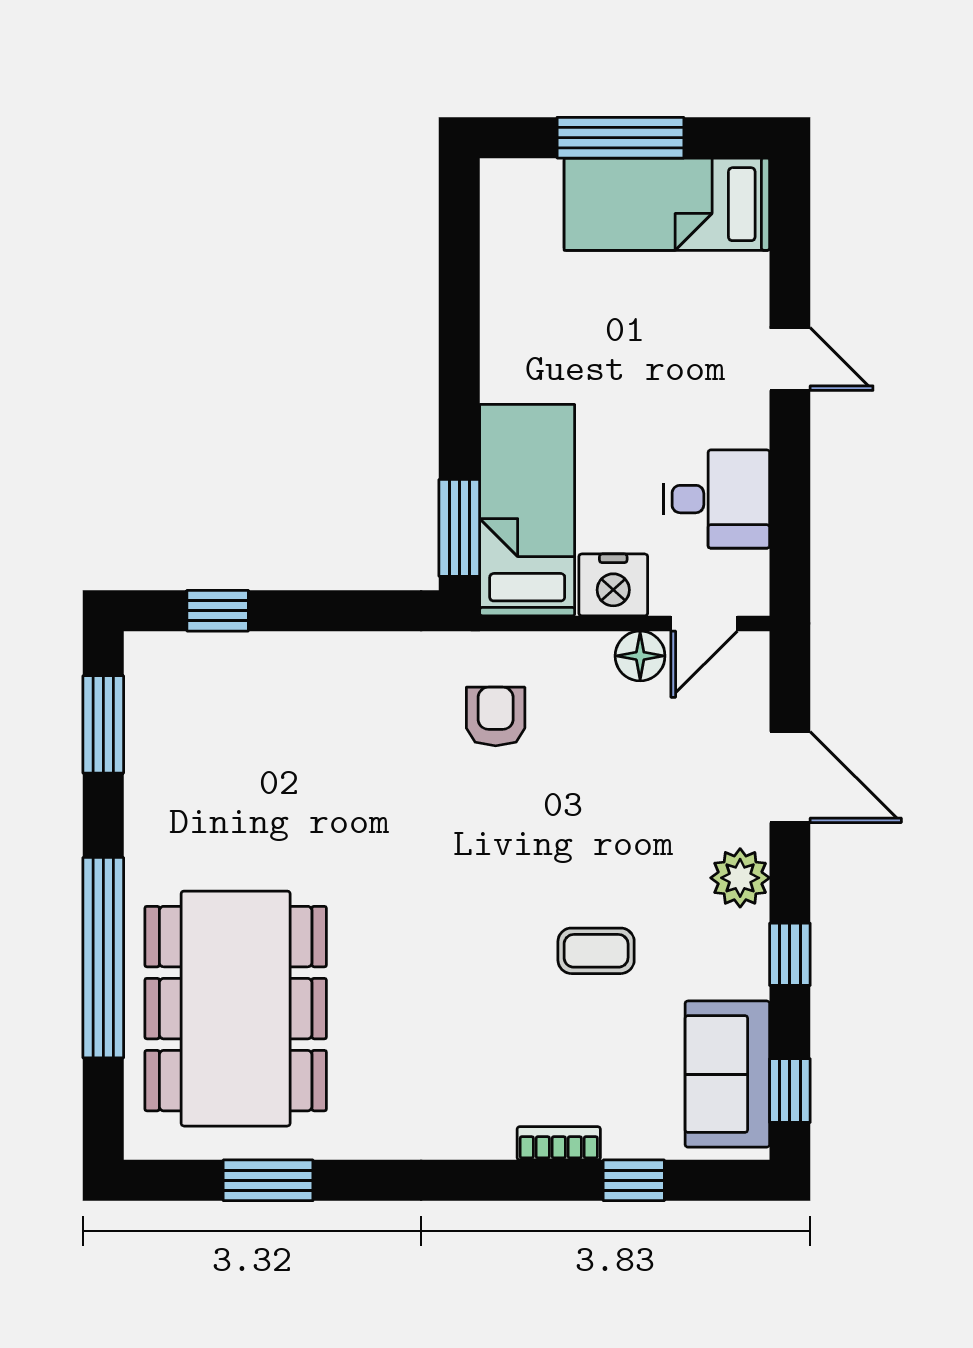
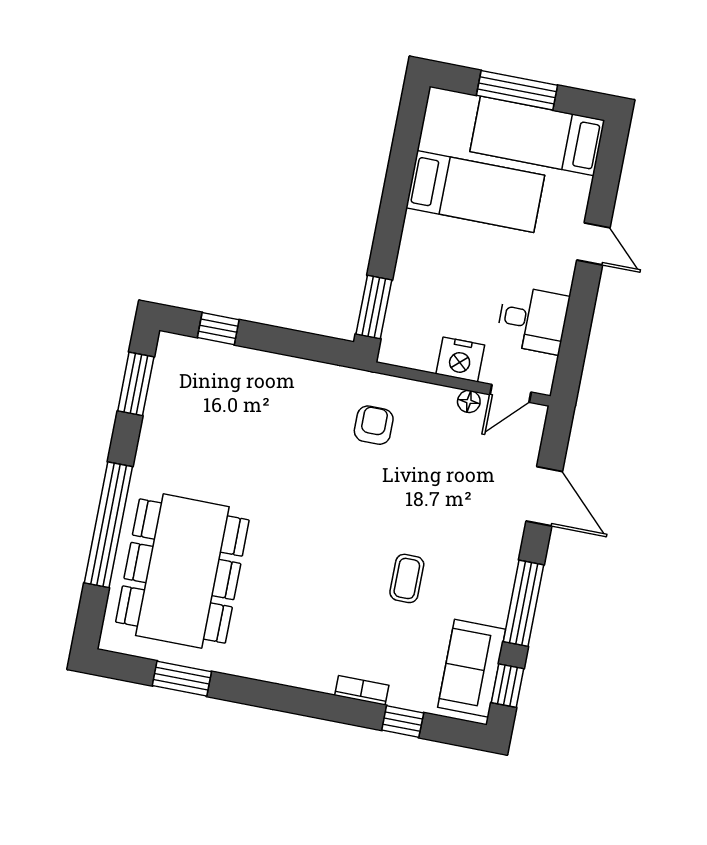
bed: (527, 510) -> (475, 191), moved, turned 90
floor lamp: (640, 656) -> (469, 401), width x0.73, depth x0.73
plant: (740, 878) -> (502, 551), removed
coffee table: (596, 951) -> (407, 578), turned 90
window: (790, 954) -> (523, 603), width x2.17

